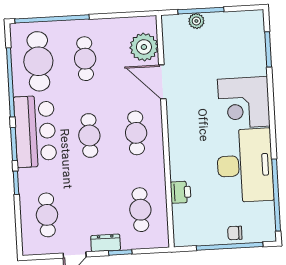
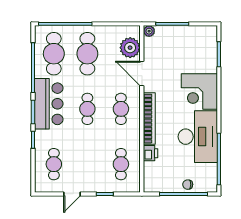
plant: (196, 21) -> (149, 31), moved
cafe table: (85, 59) -> (87, 54), width x1.37, depth x1.35
bookcase: (176, 144) -> (149, 119), added
dresser: (106, 243) -> (95, 186), removed

